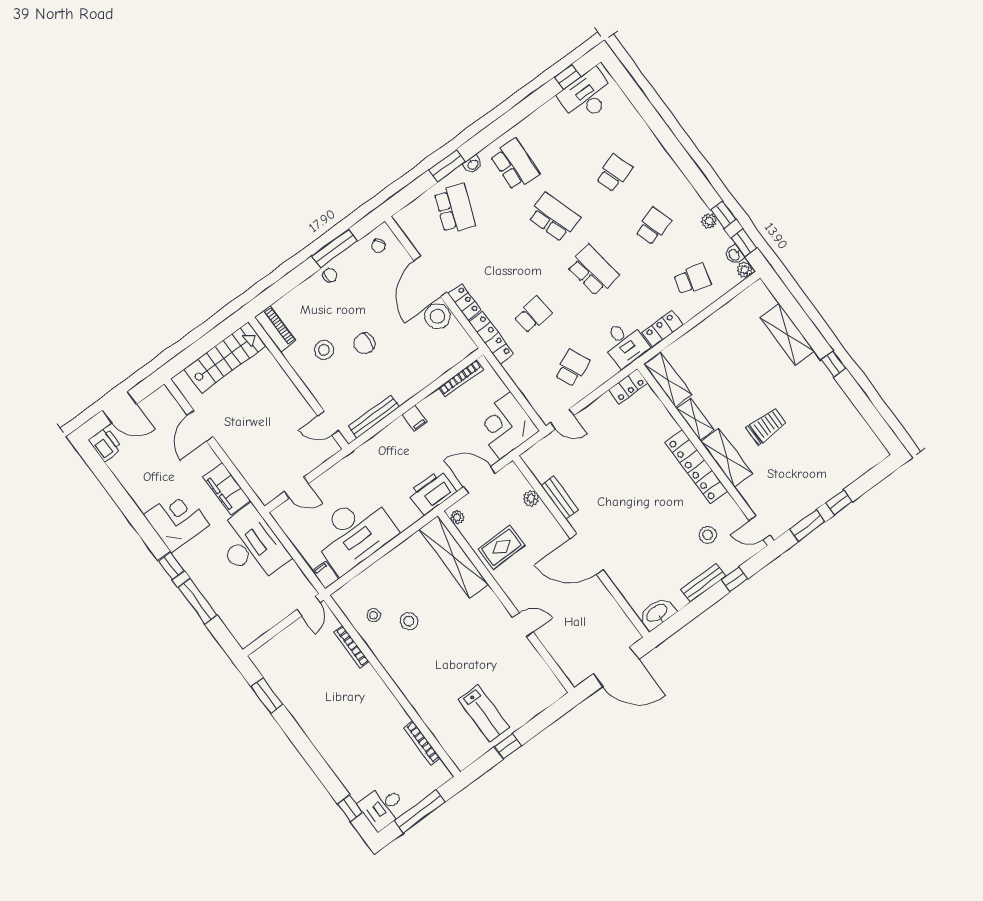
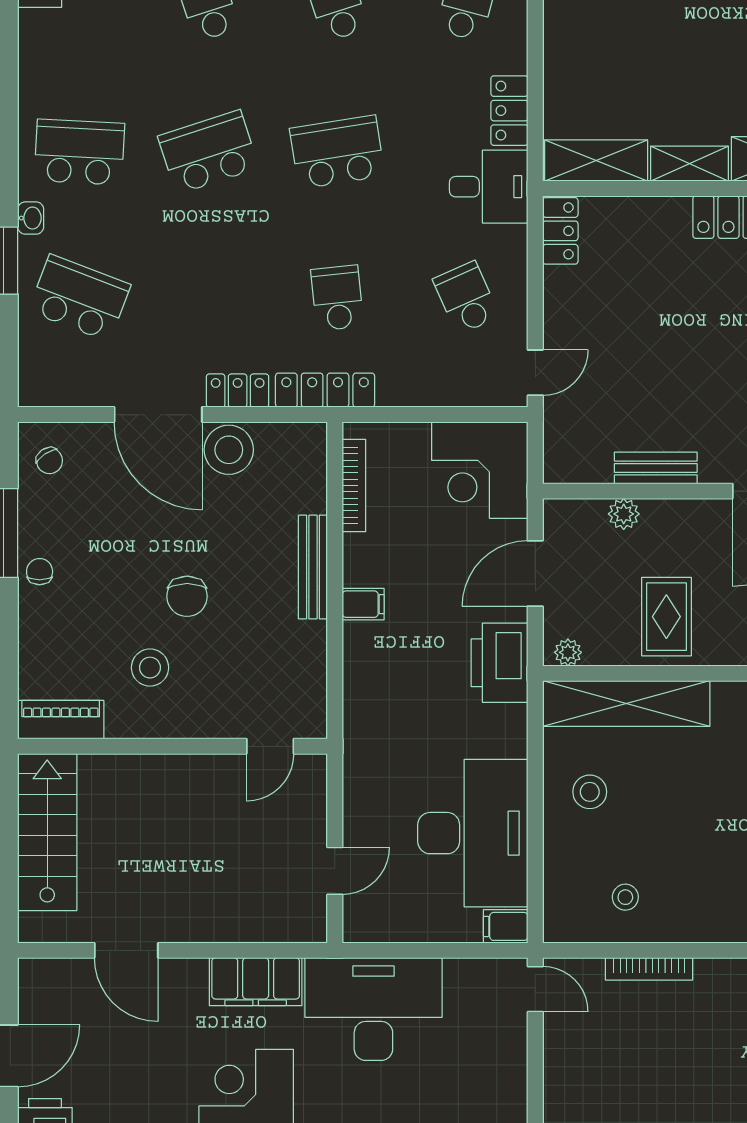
bench: (374, 417) -> (313, 567), moved
stool: (409, 621) -> (590, 792), moved

